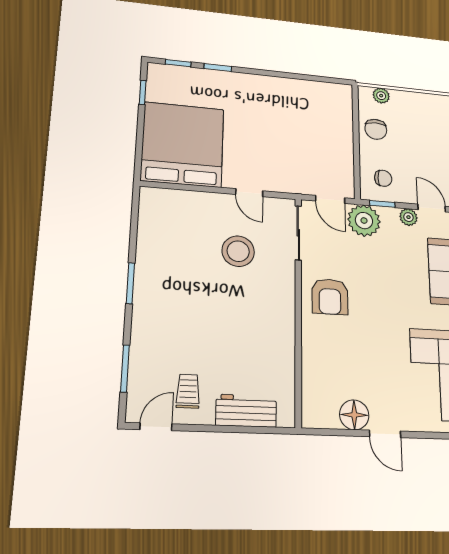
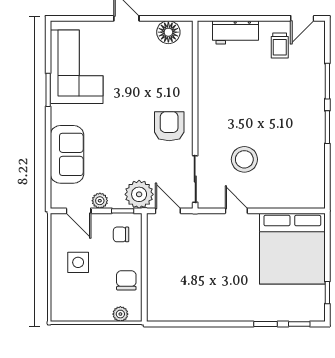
side table: (429, 153) -> (78, 262), added
window: (125, 368) -> (327, 81), moved
floor lamp: (354, 415) -> (168, 32), moved

